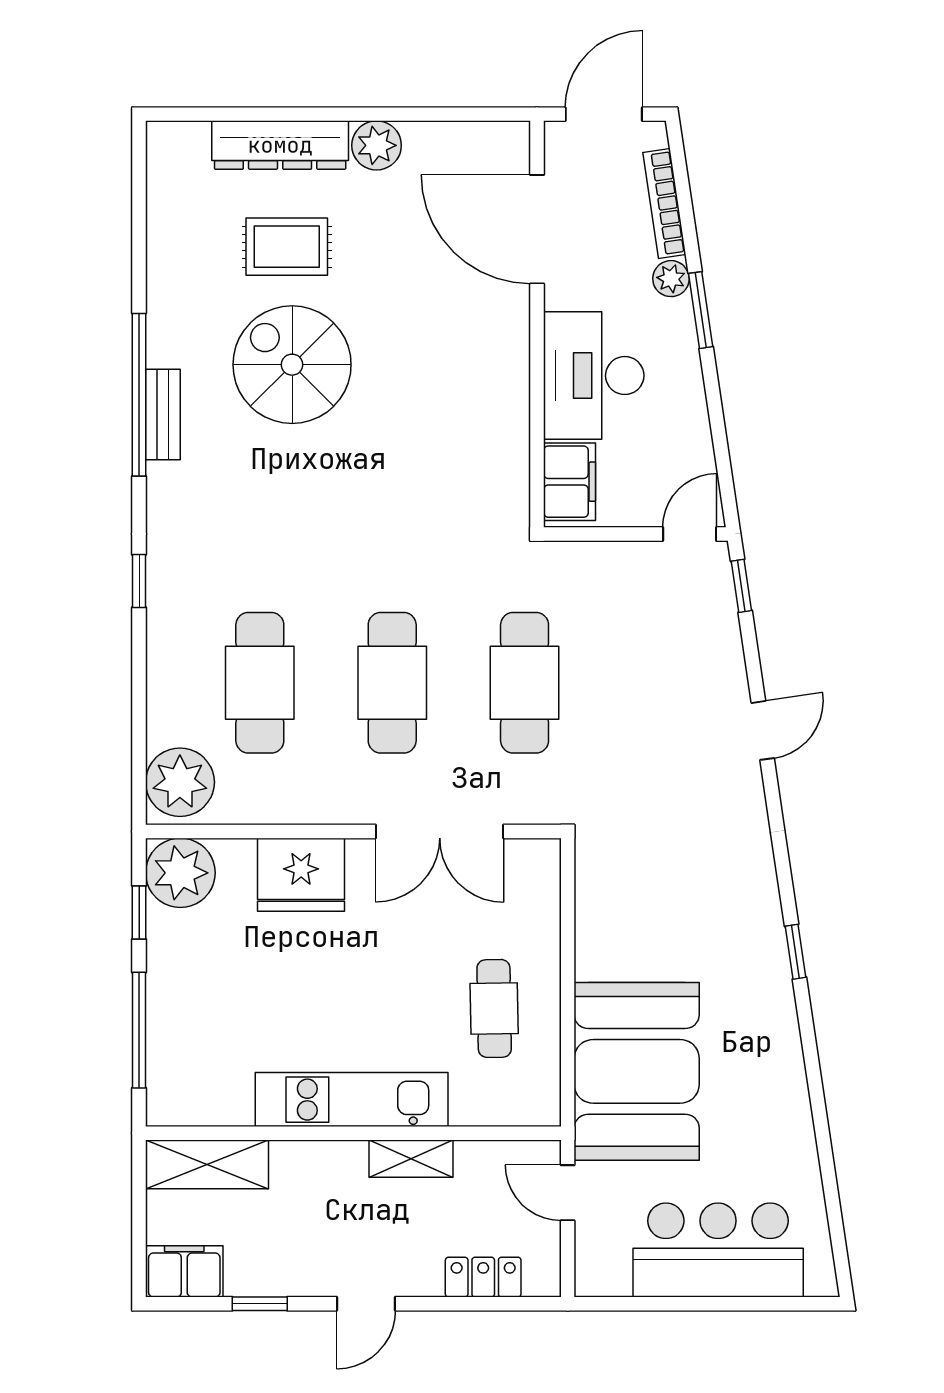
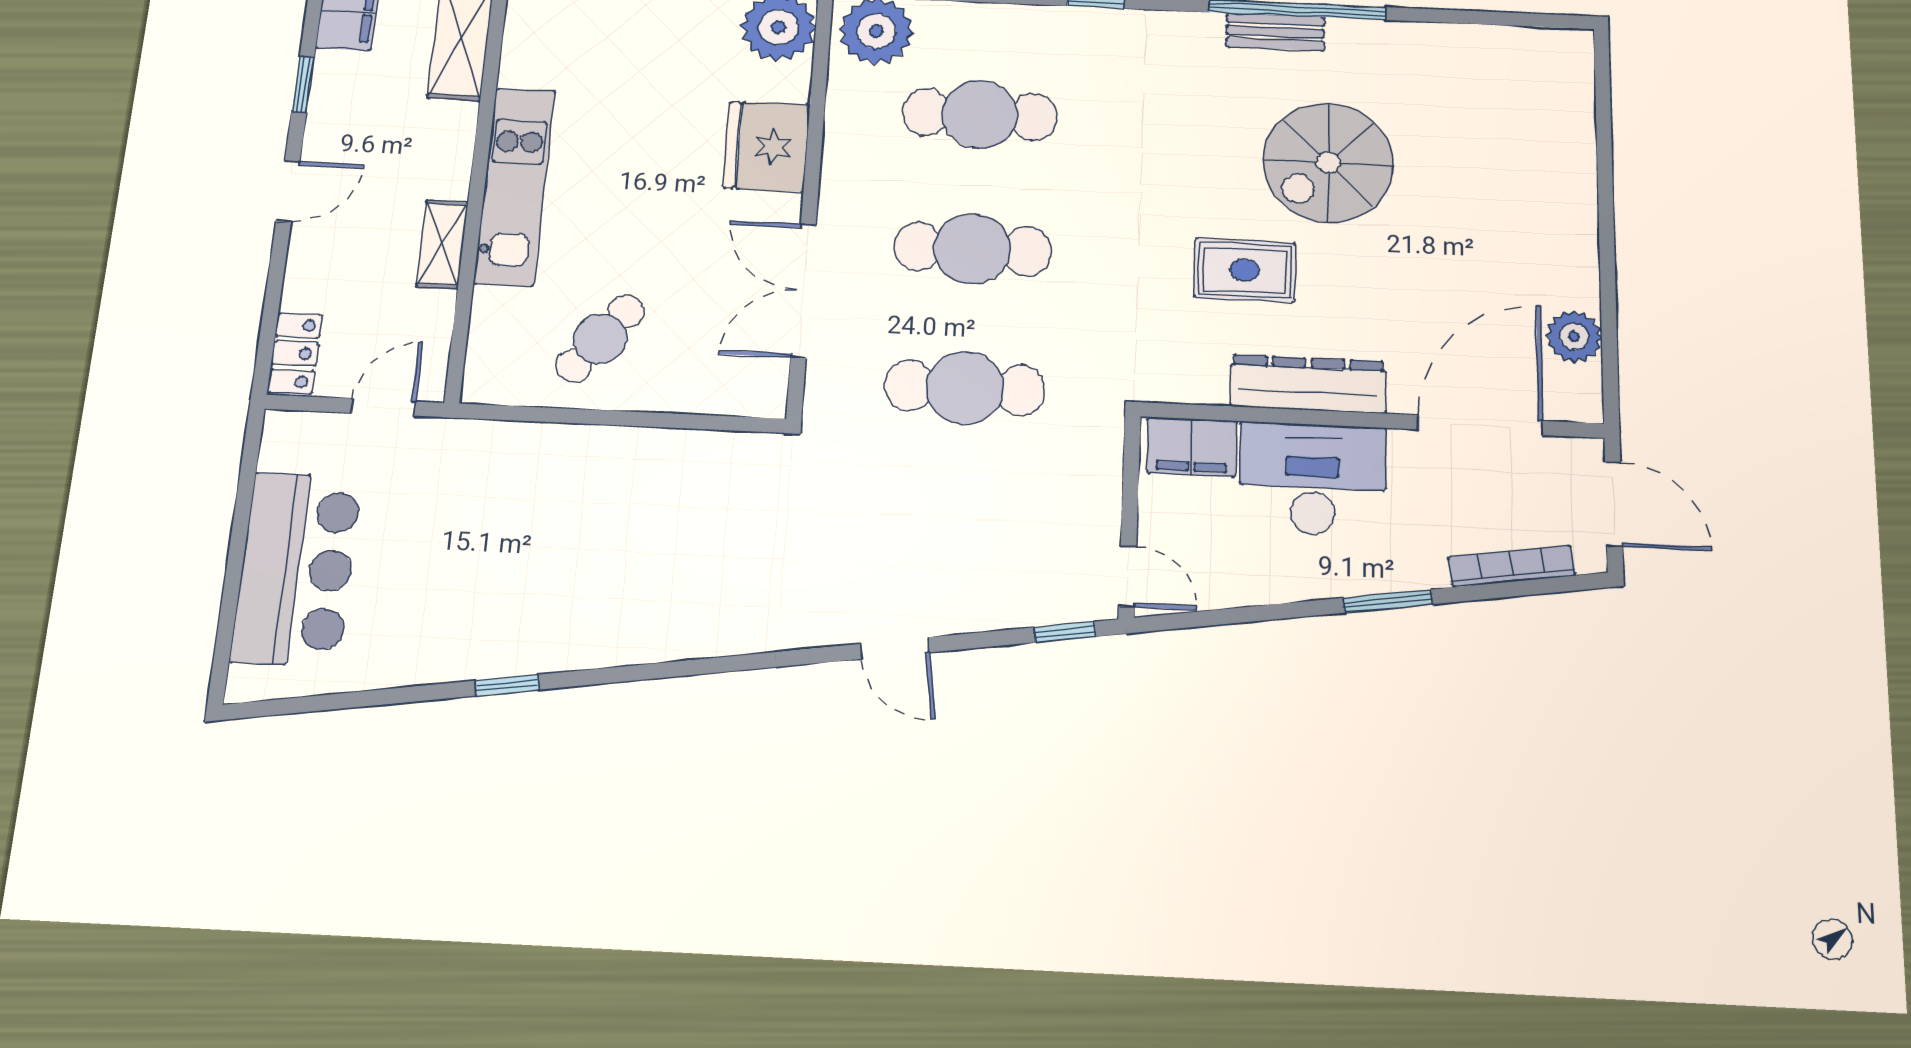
dresser: (280, 145) -> (1308, 384), moved, turned 90
plant: (377, 145) -> (1574, 337), moved
rug: (287, 247) -> (1245, 270), moved, turned 90
plant: (671, 279) -> (1424, 570), removed
spiral stairs: (292, 365) -> (1328, 162), turned 180
window: (795, 952) -> (507, 685), moved
cafe table: (494, 1008) -> (600, 339), turned -51
booth: (637, 1071) -> (513, 489), removed
locker: (483, 1277) -> (295, 353), moved
door: (366, 1304) -> (288, 191), swing flipped

